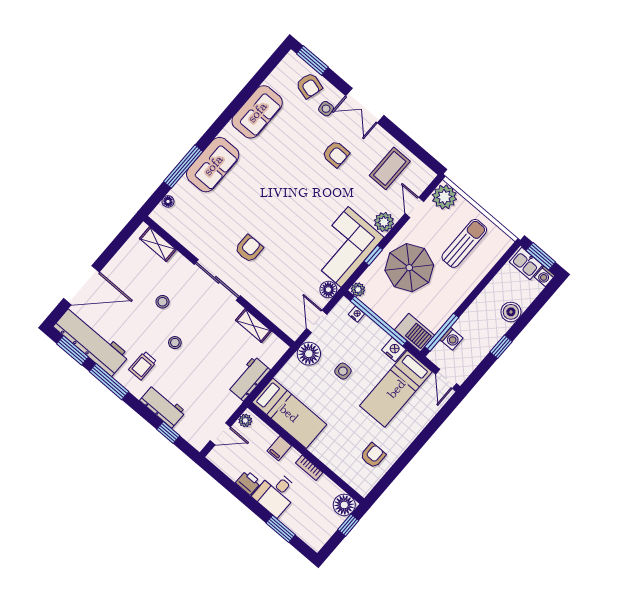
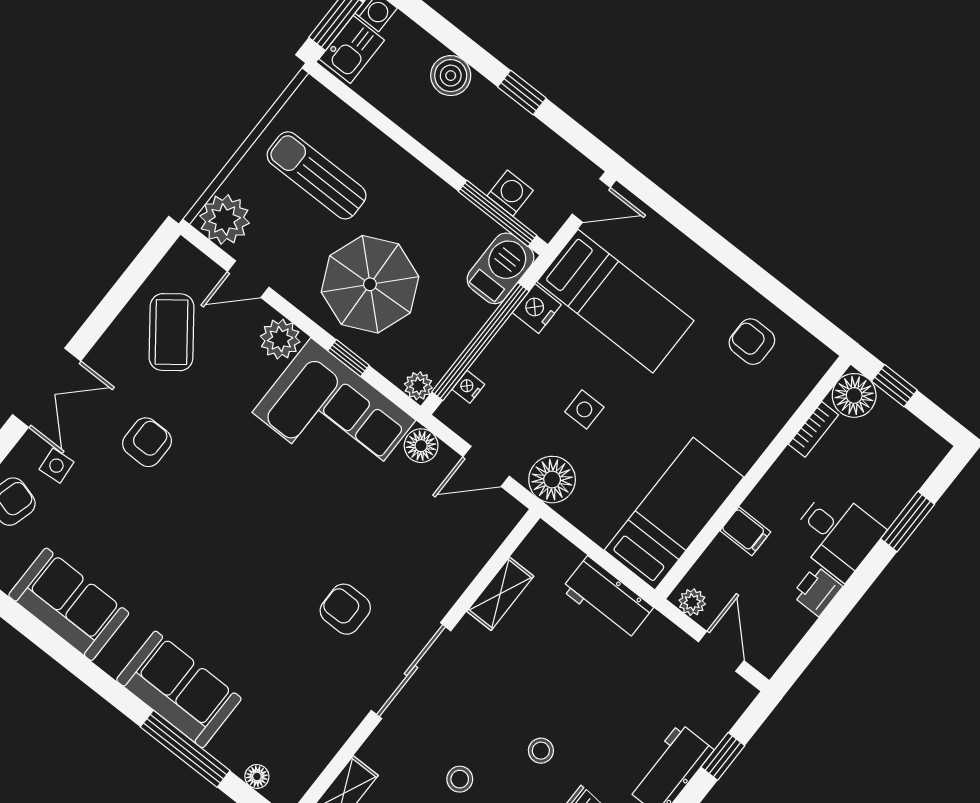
coffee table: (390, 168) -> (172, 332), turned 53
bookcase: (309, 468) -> (813, 429), moved

